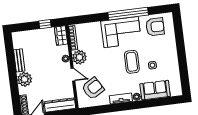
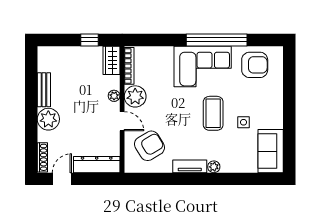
sofa: (155, 90) -> (271, 151), moved, turned -90

